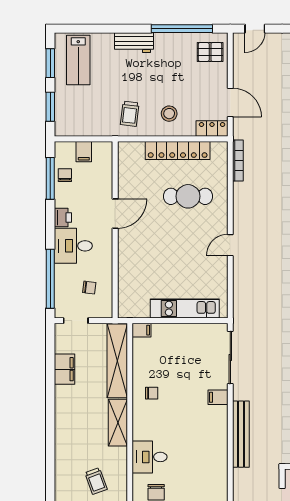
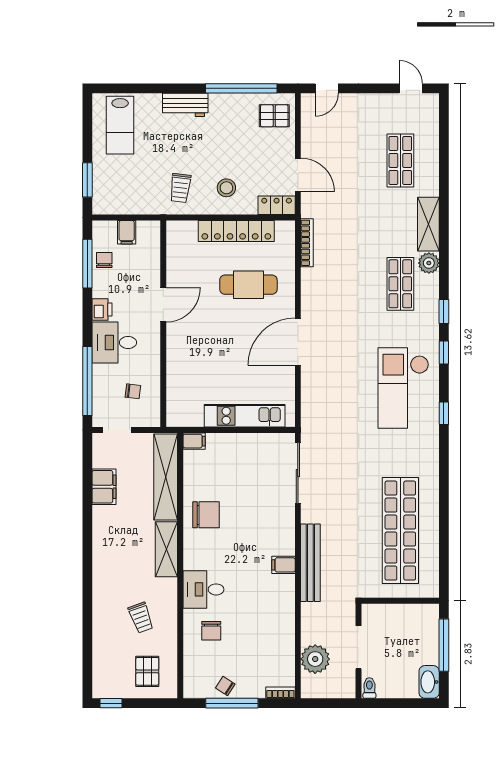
window: (50, 63) -> (87, 129), removed
door: (230, 245) -> (298, 342), width x1.88
chair: (152, 393) -> (206, 515), width x1.87, depth x1.87
filing cabinet: (218, 397) -> (283, 565), moved

